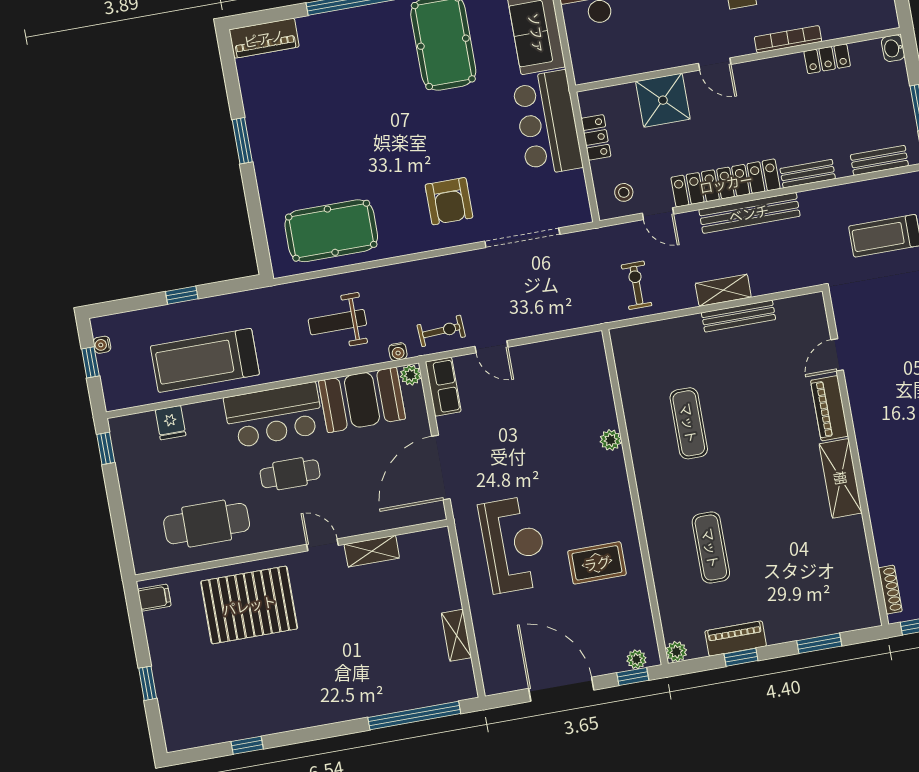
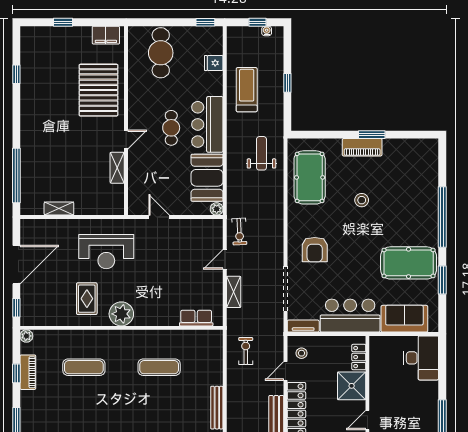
piano: (264, 38) -> (362, 147), moved, turned -90
locker: (596, 137) -> (359, 357), moved, turned 90
stool: (353, 138) -> (362, 200), added
tv unit: (578, 198) -> (303, 326), added
armchair: (449, 201) -> (315, 250), turned -90
exercise bike: (637, 285) -> (246, 351), turned -90
shelving: (723, 290) -> (234, 292), moved
weight bench: (337, 322) -> (261, 153), moved
water cooler: (398, 352) -> (232, 204), removed
treadmill: (205, 360) -> (247, 90), width x0.73, depth x0.73
row of seats: (443, 387) -> (196, 318), moved, turned 180
plant: (611, 440) -> (121, 314), moved, width x1.87, depth x1.87
door: (441, 467) -> (159, 217), width x0.53
cafe table: (207, 524) -> (161, 53), moved
filing cabinet: (154, 598) -> (106, 35), width x2.00
plant: (636, 659) -> (26, 312), removed

